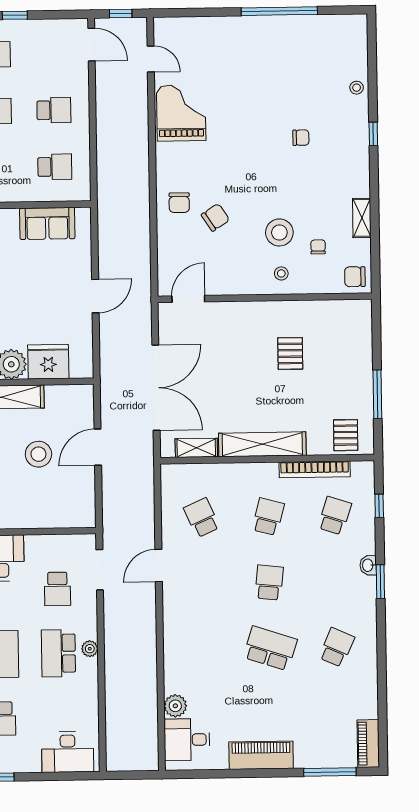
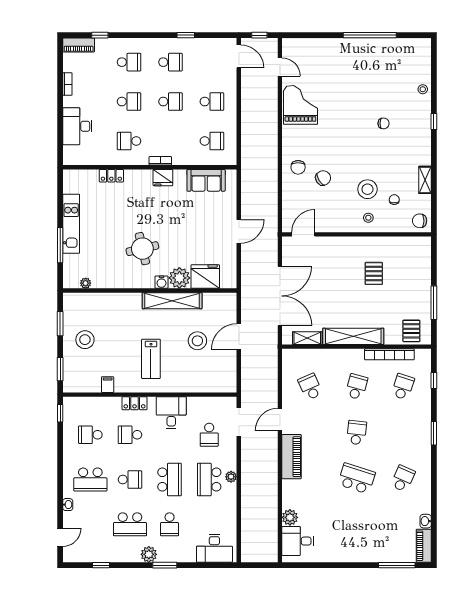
washbasin: (368, 565) -> (426, 521), moved
piano: (261, 755) -> (292, 457), moved, turned 90

